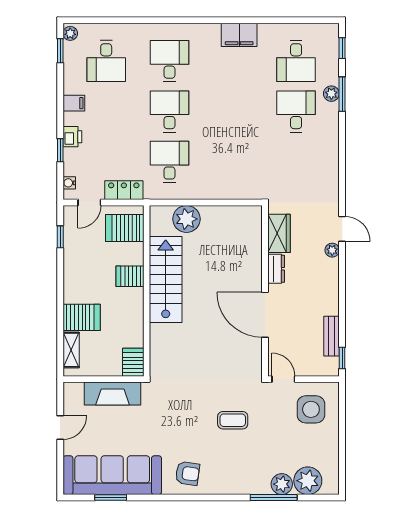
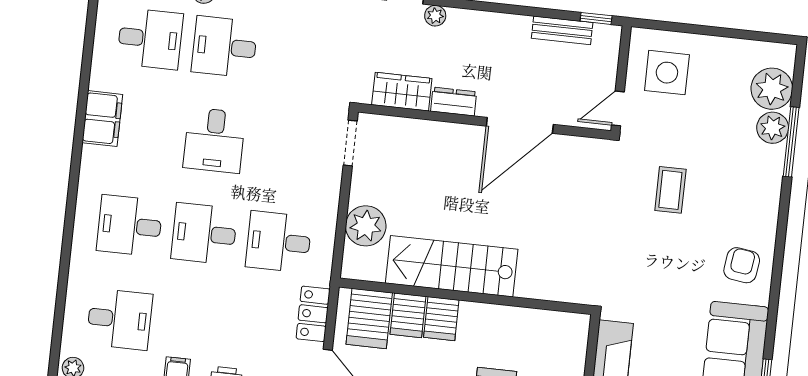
desk: (233, 111) -> (214, 140), added
doorway: (241, 203) -> (350, 143), added
server rack: (133, 362) -> (408, 315), moved, turned -90

